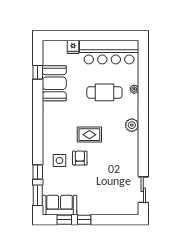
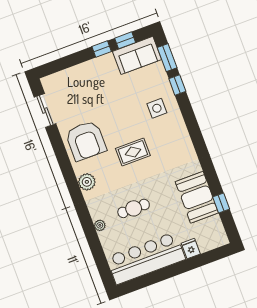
cafe table: (104, 92) -> (134, 208), width x0.73, depth x0.74
armchair: (80, 158) -> (86, 141), moved, width x1.88, depth x1.88

